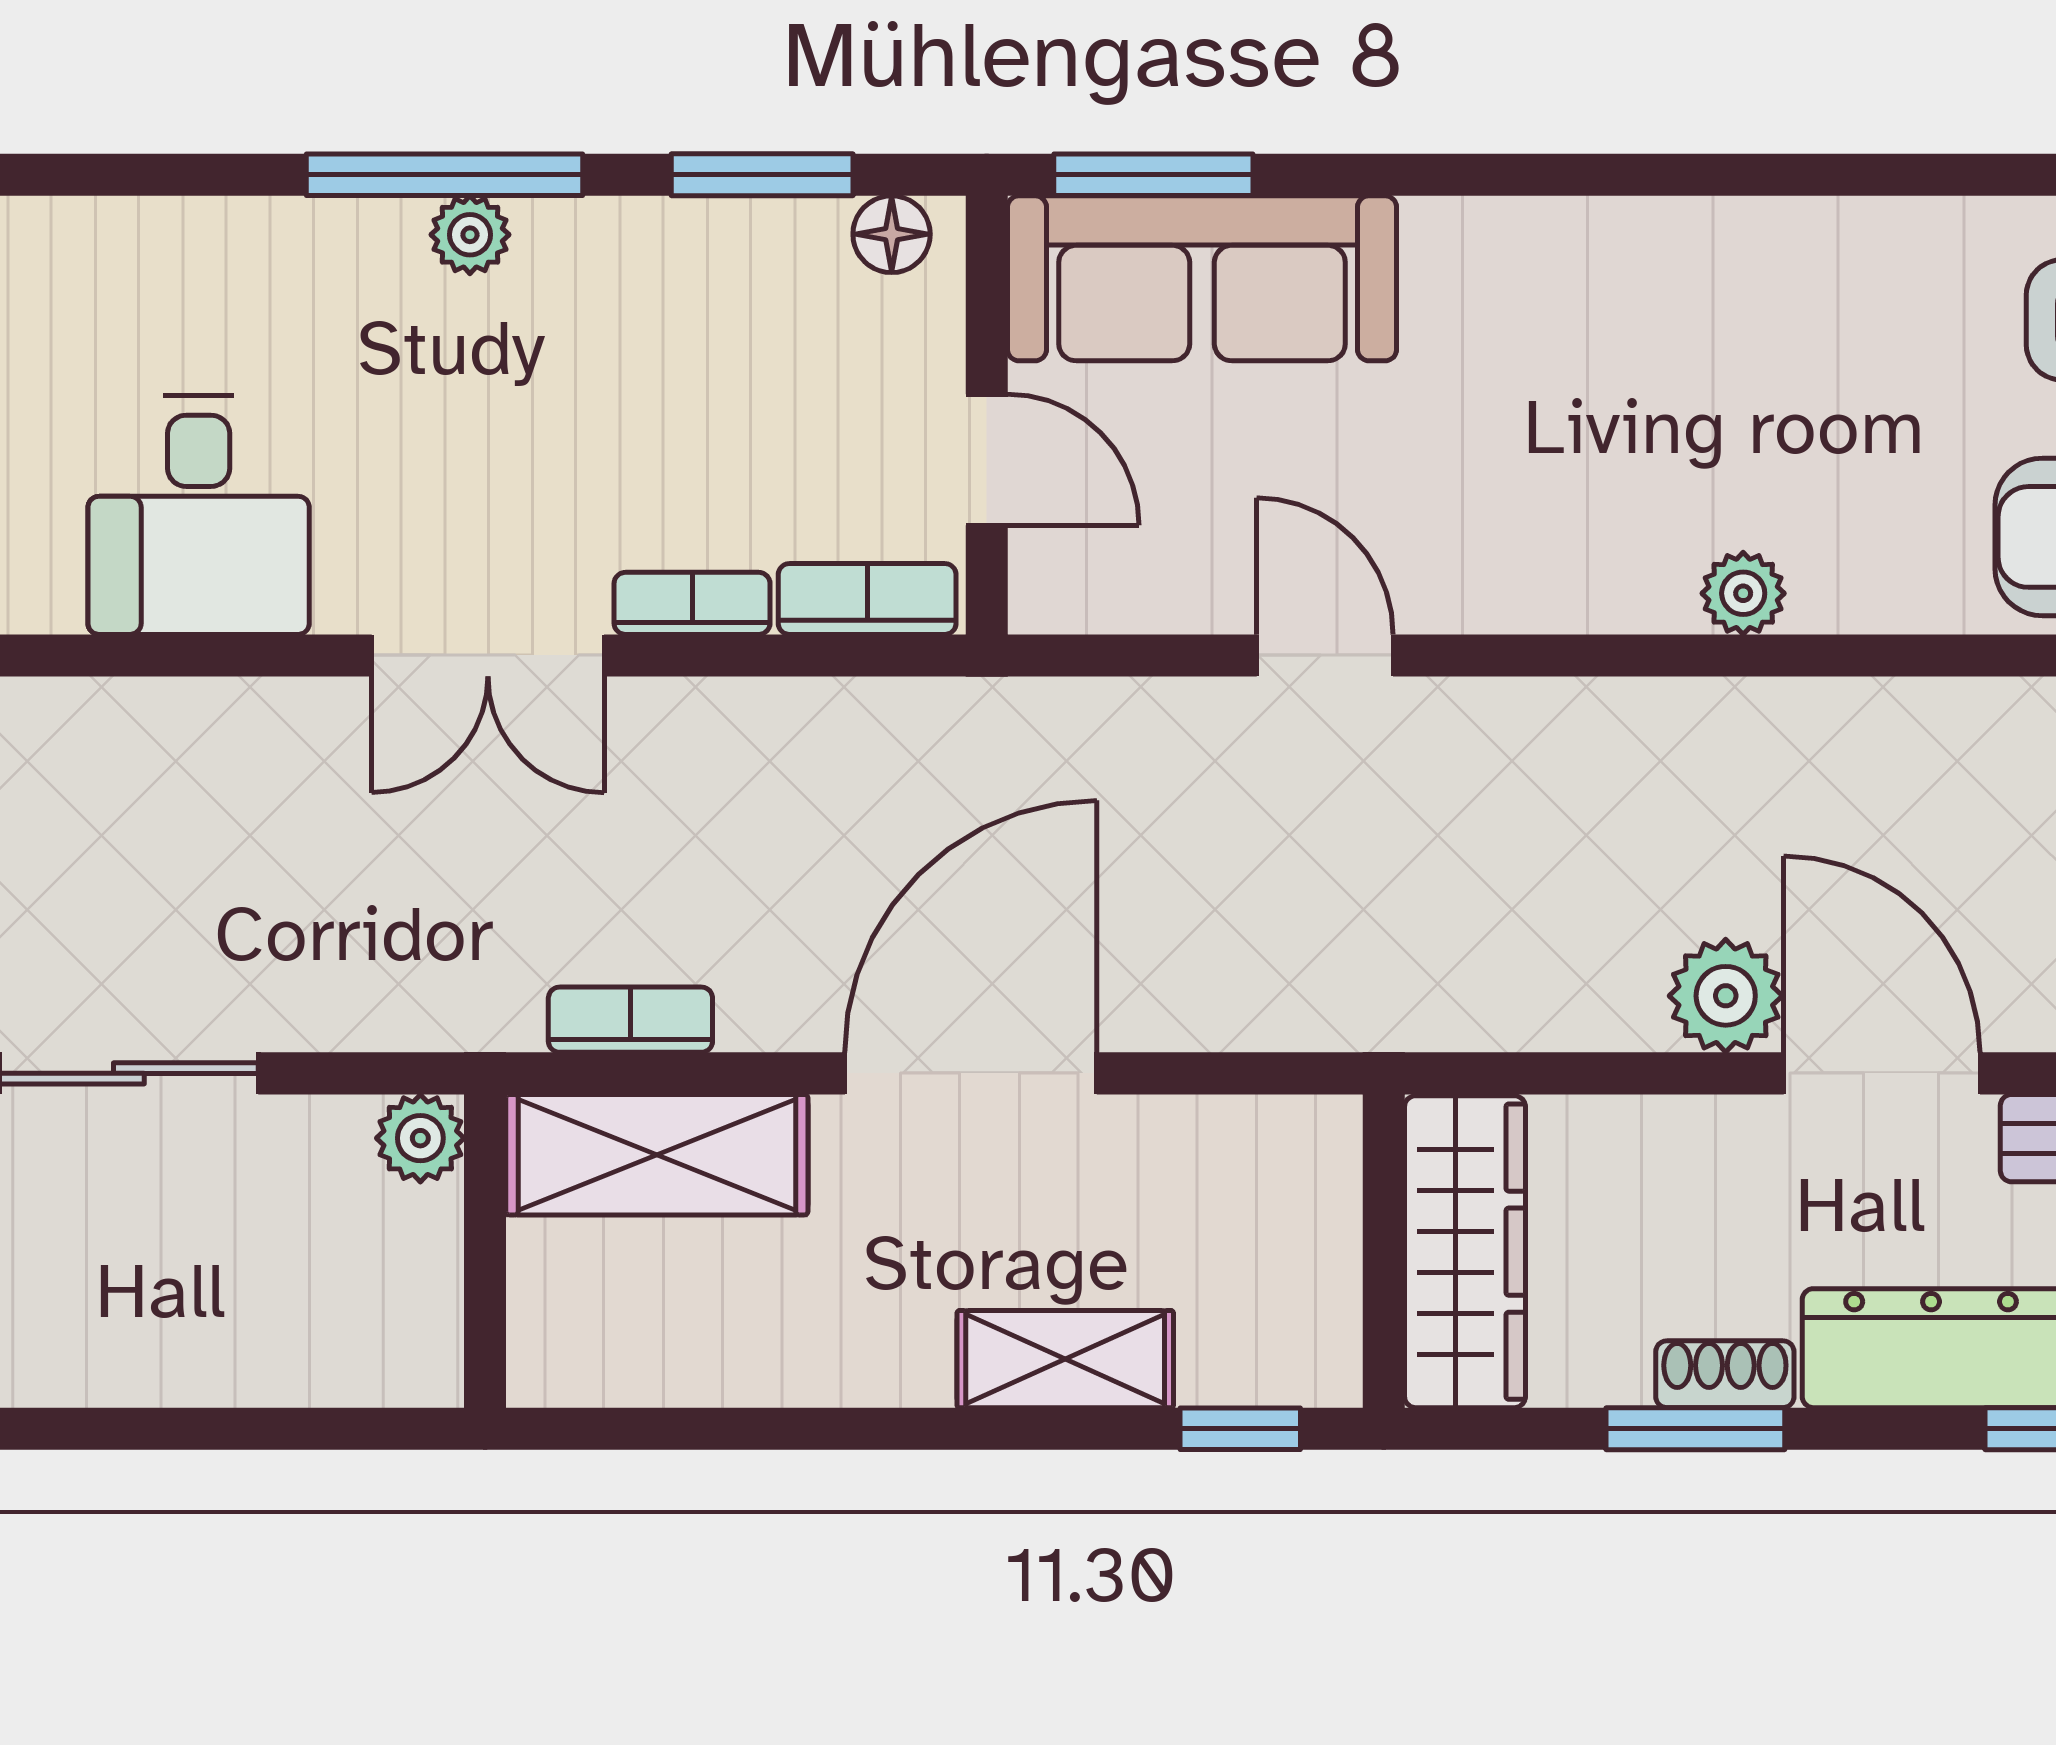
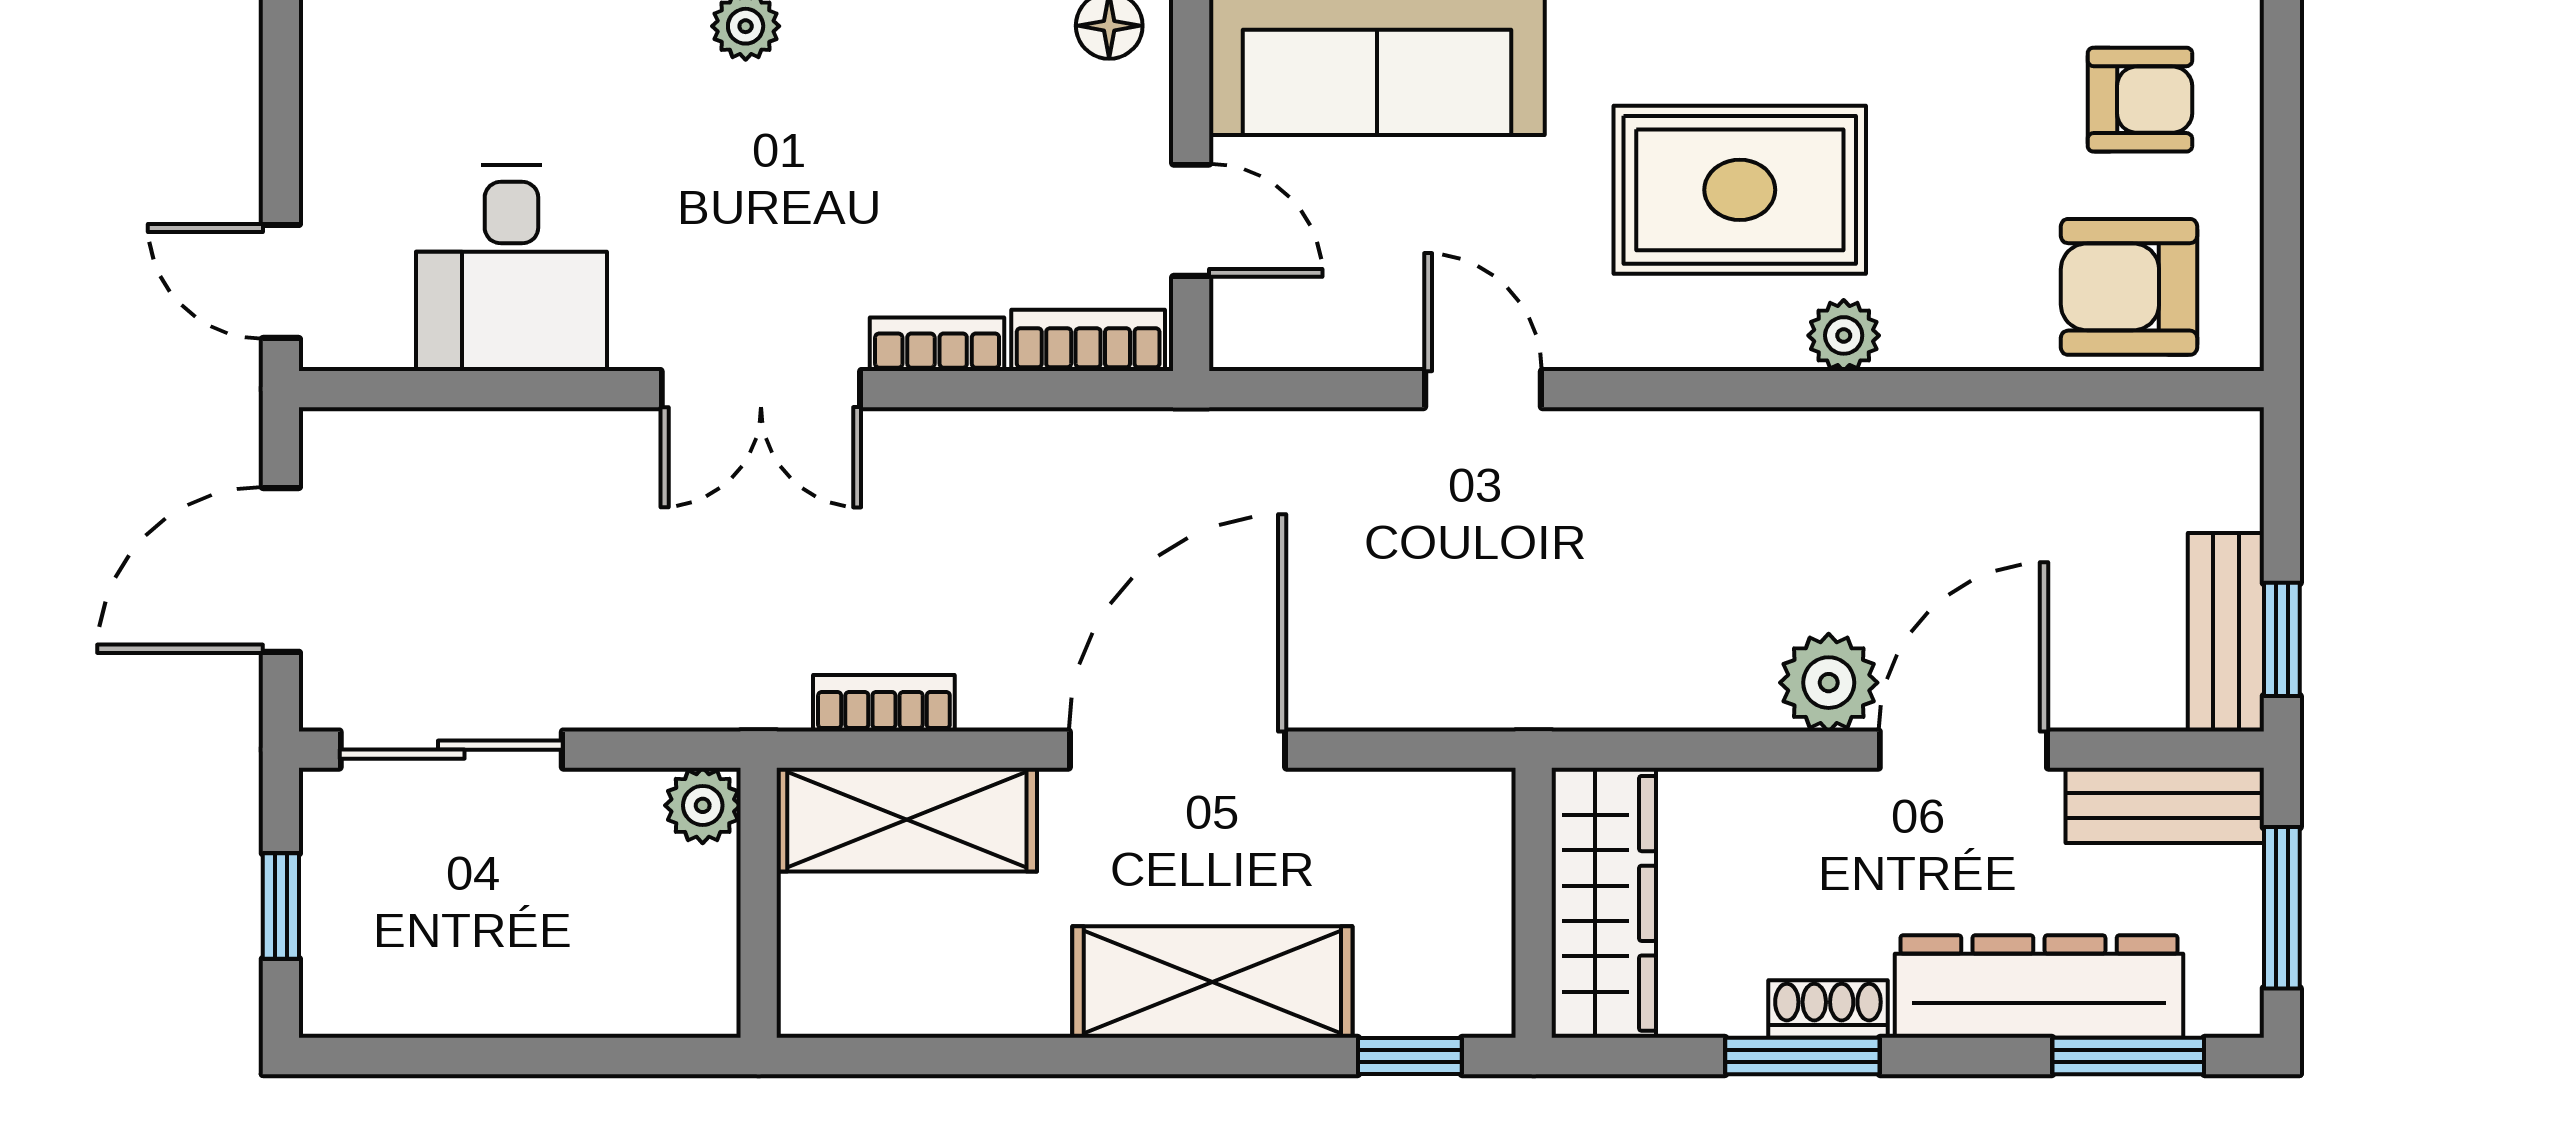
rug: (1623, 424) -> (1740, 190), added
door: (1882, 1073) -> (1963, 750), hinge flipped
shelving: (1065, 1359) -> (1212, 982), width x1.50, depth x1.33

